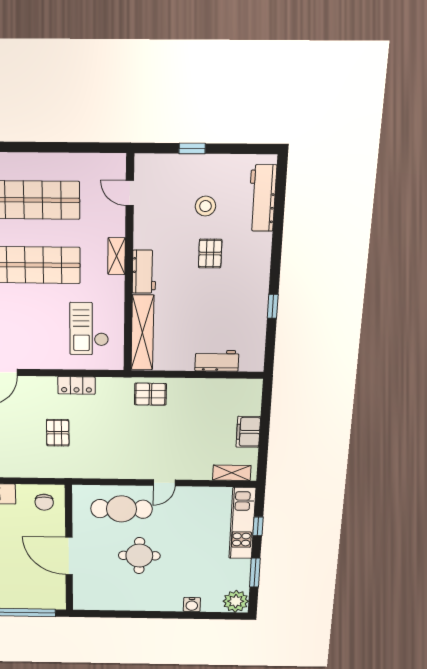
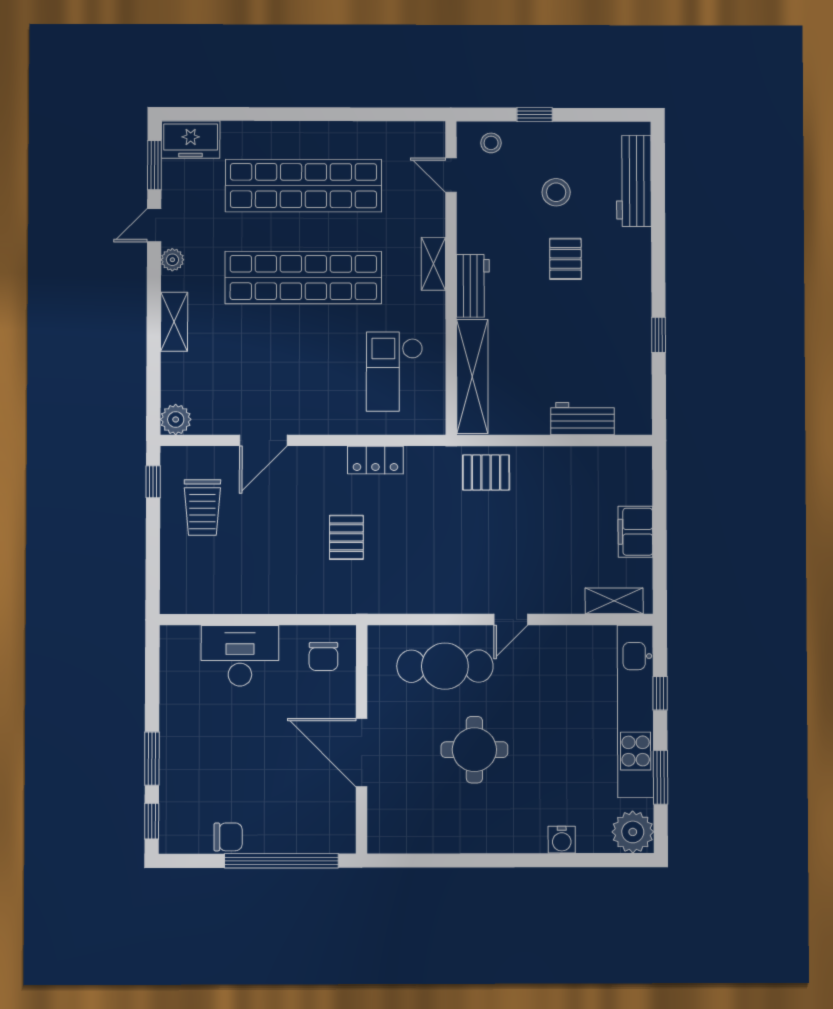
stool: (159, 169) -> (491, 143), added
kitchen unit: (242, 523) -> (635, 711), width x1.36

